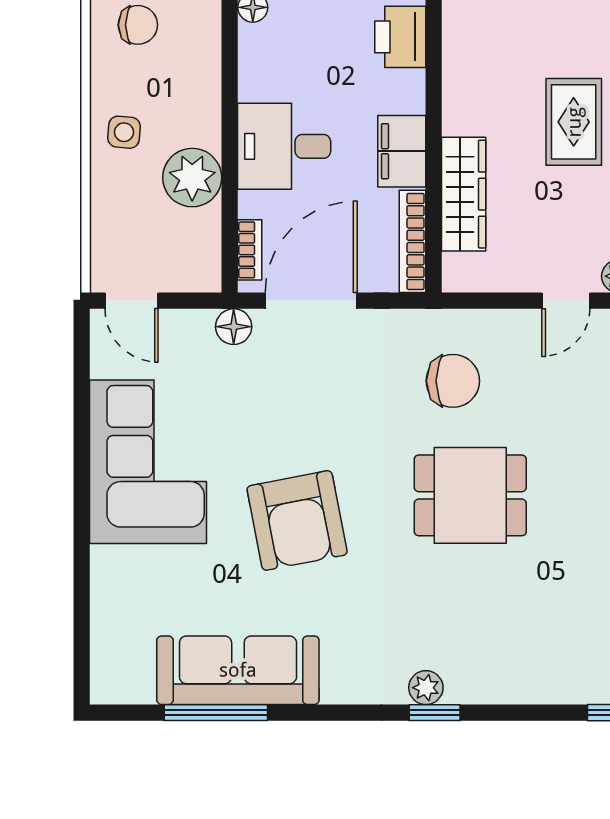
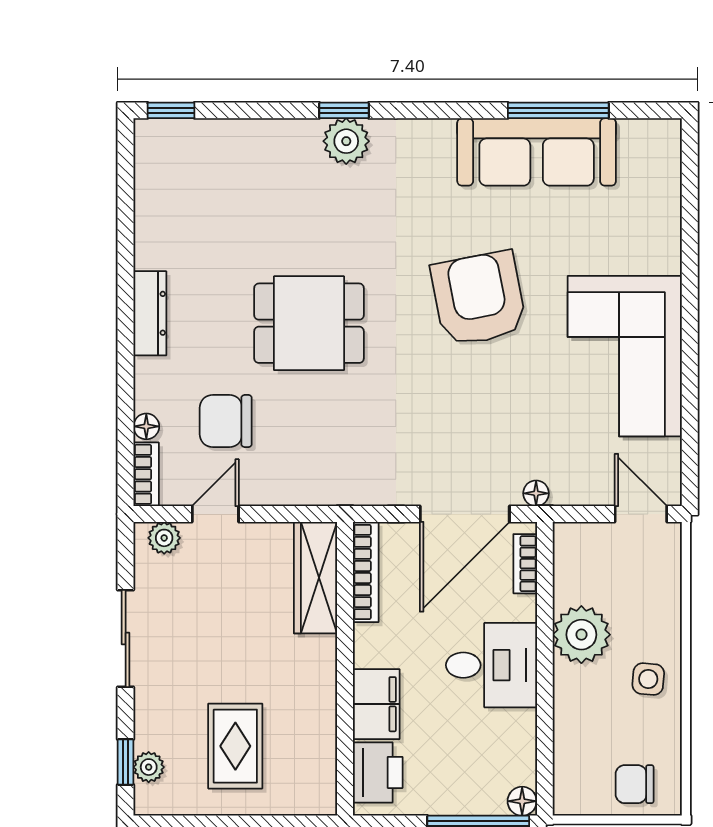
rug: (574, 122) -> (235, 746), moved
filing cabinet: (402, 151) -> (376, 704), moved
wardrobe: (464, 194) -> (316, 578), moved
floor lamp: (234, 327) -> (536, 493), width x0.73, depth x0.73
chair: (453, 381) -> (226, 421), moved
plant: (426, 688) -> (346, 141), width x1.38, depth x1.38

